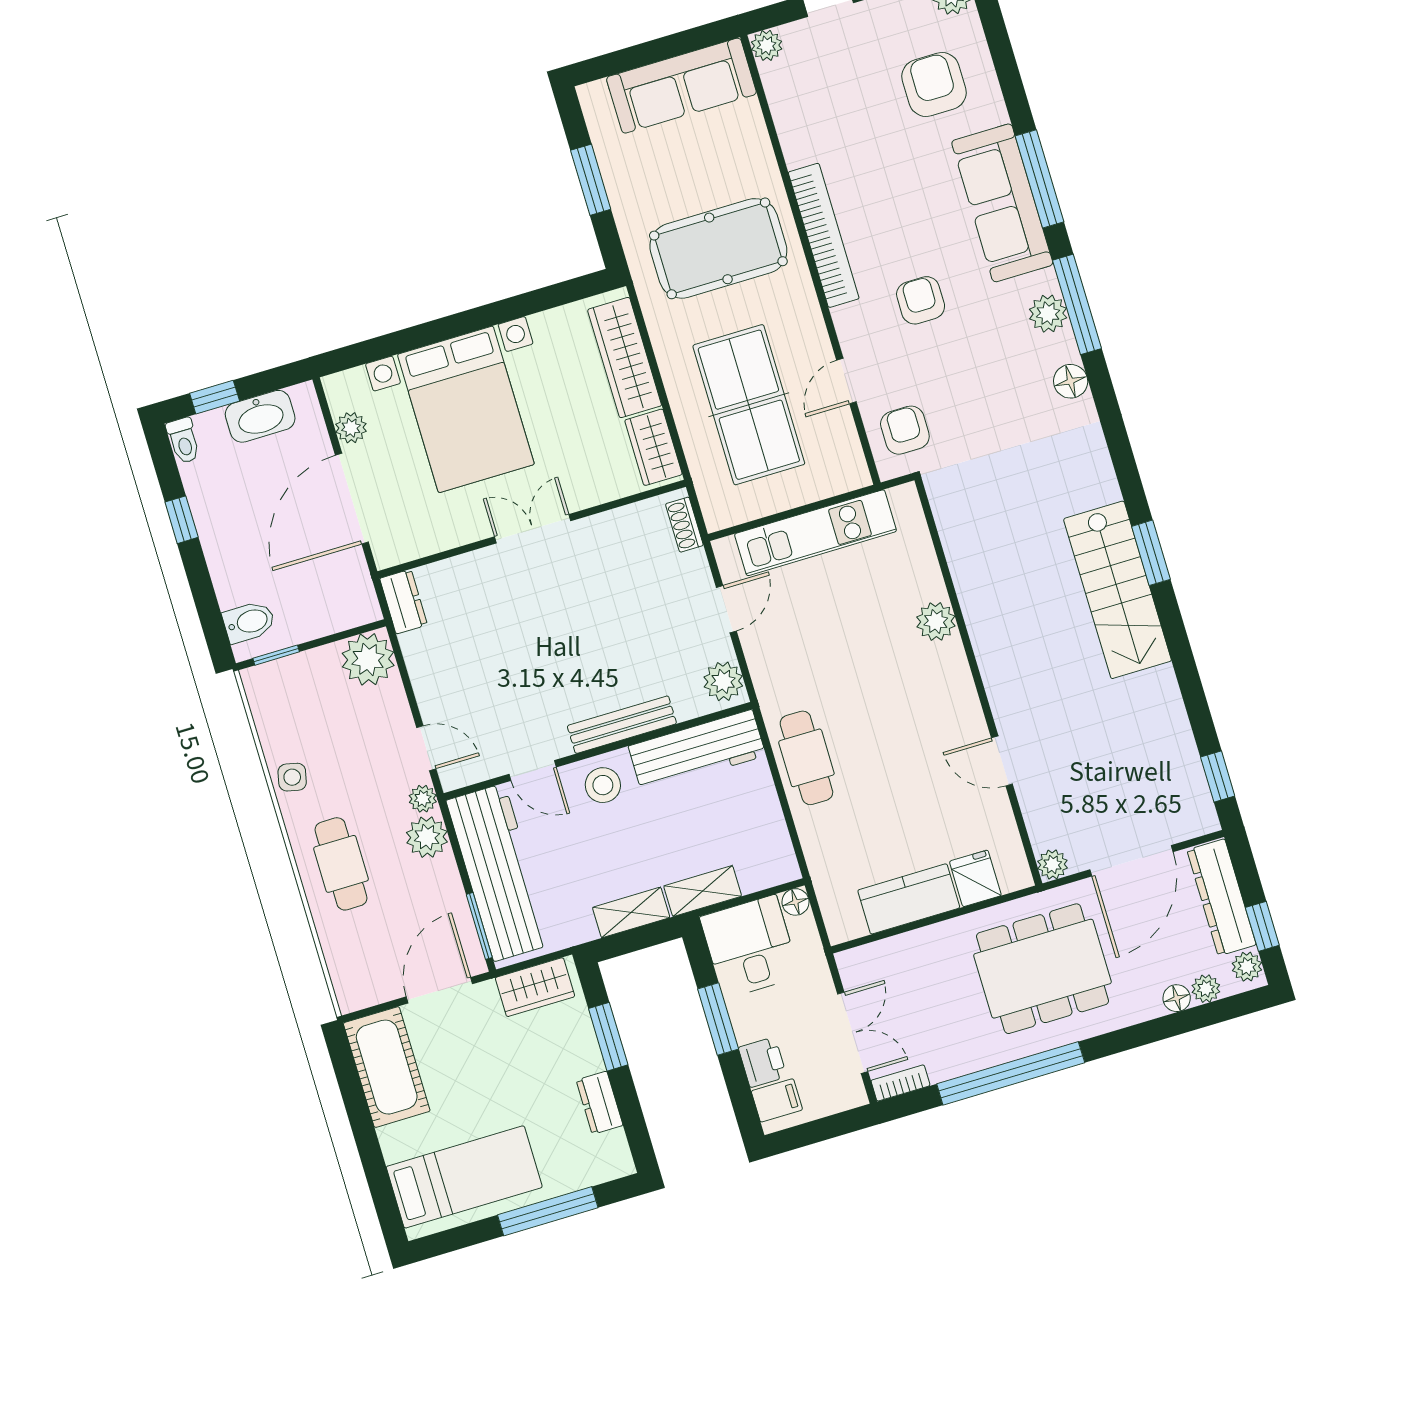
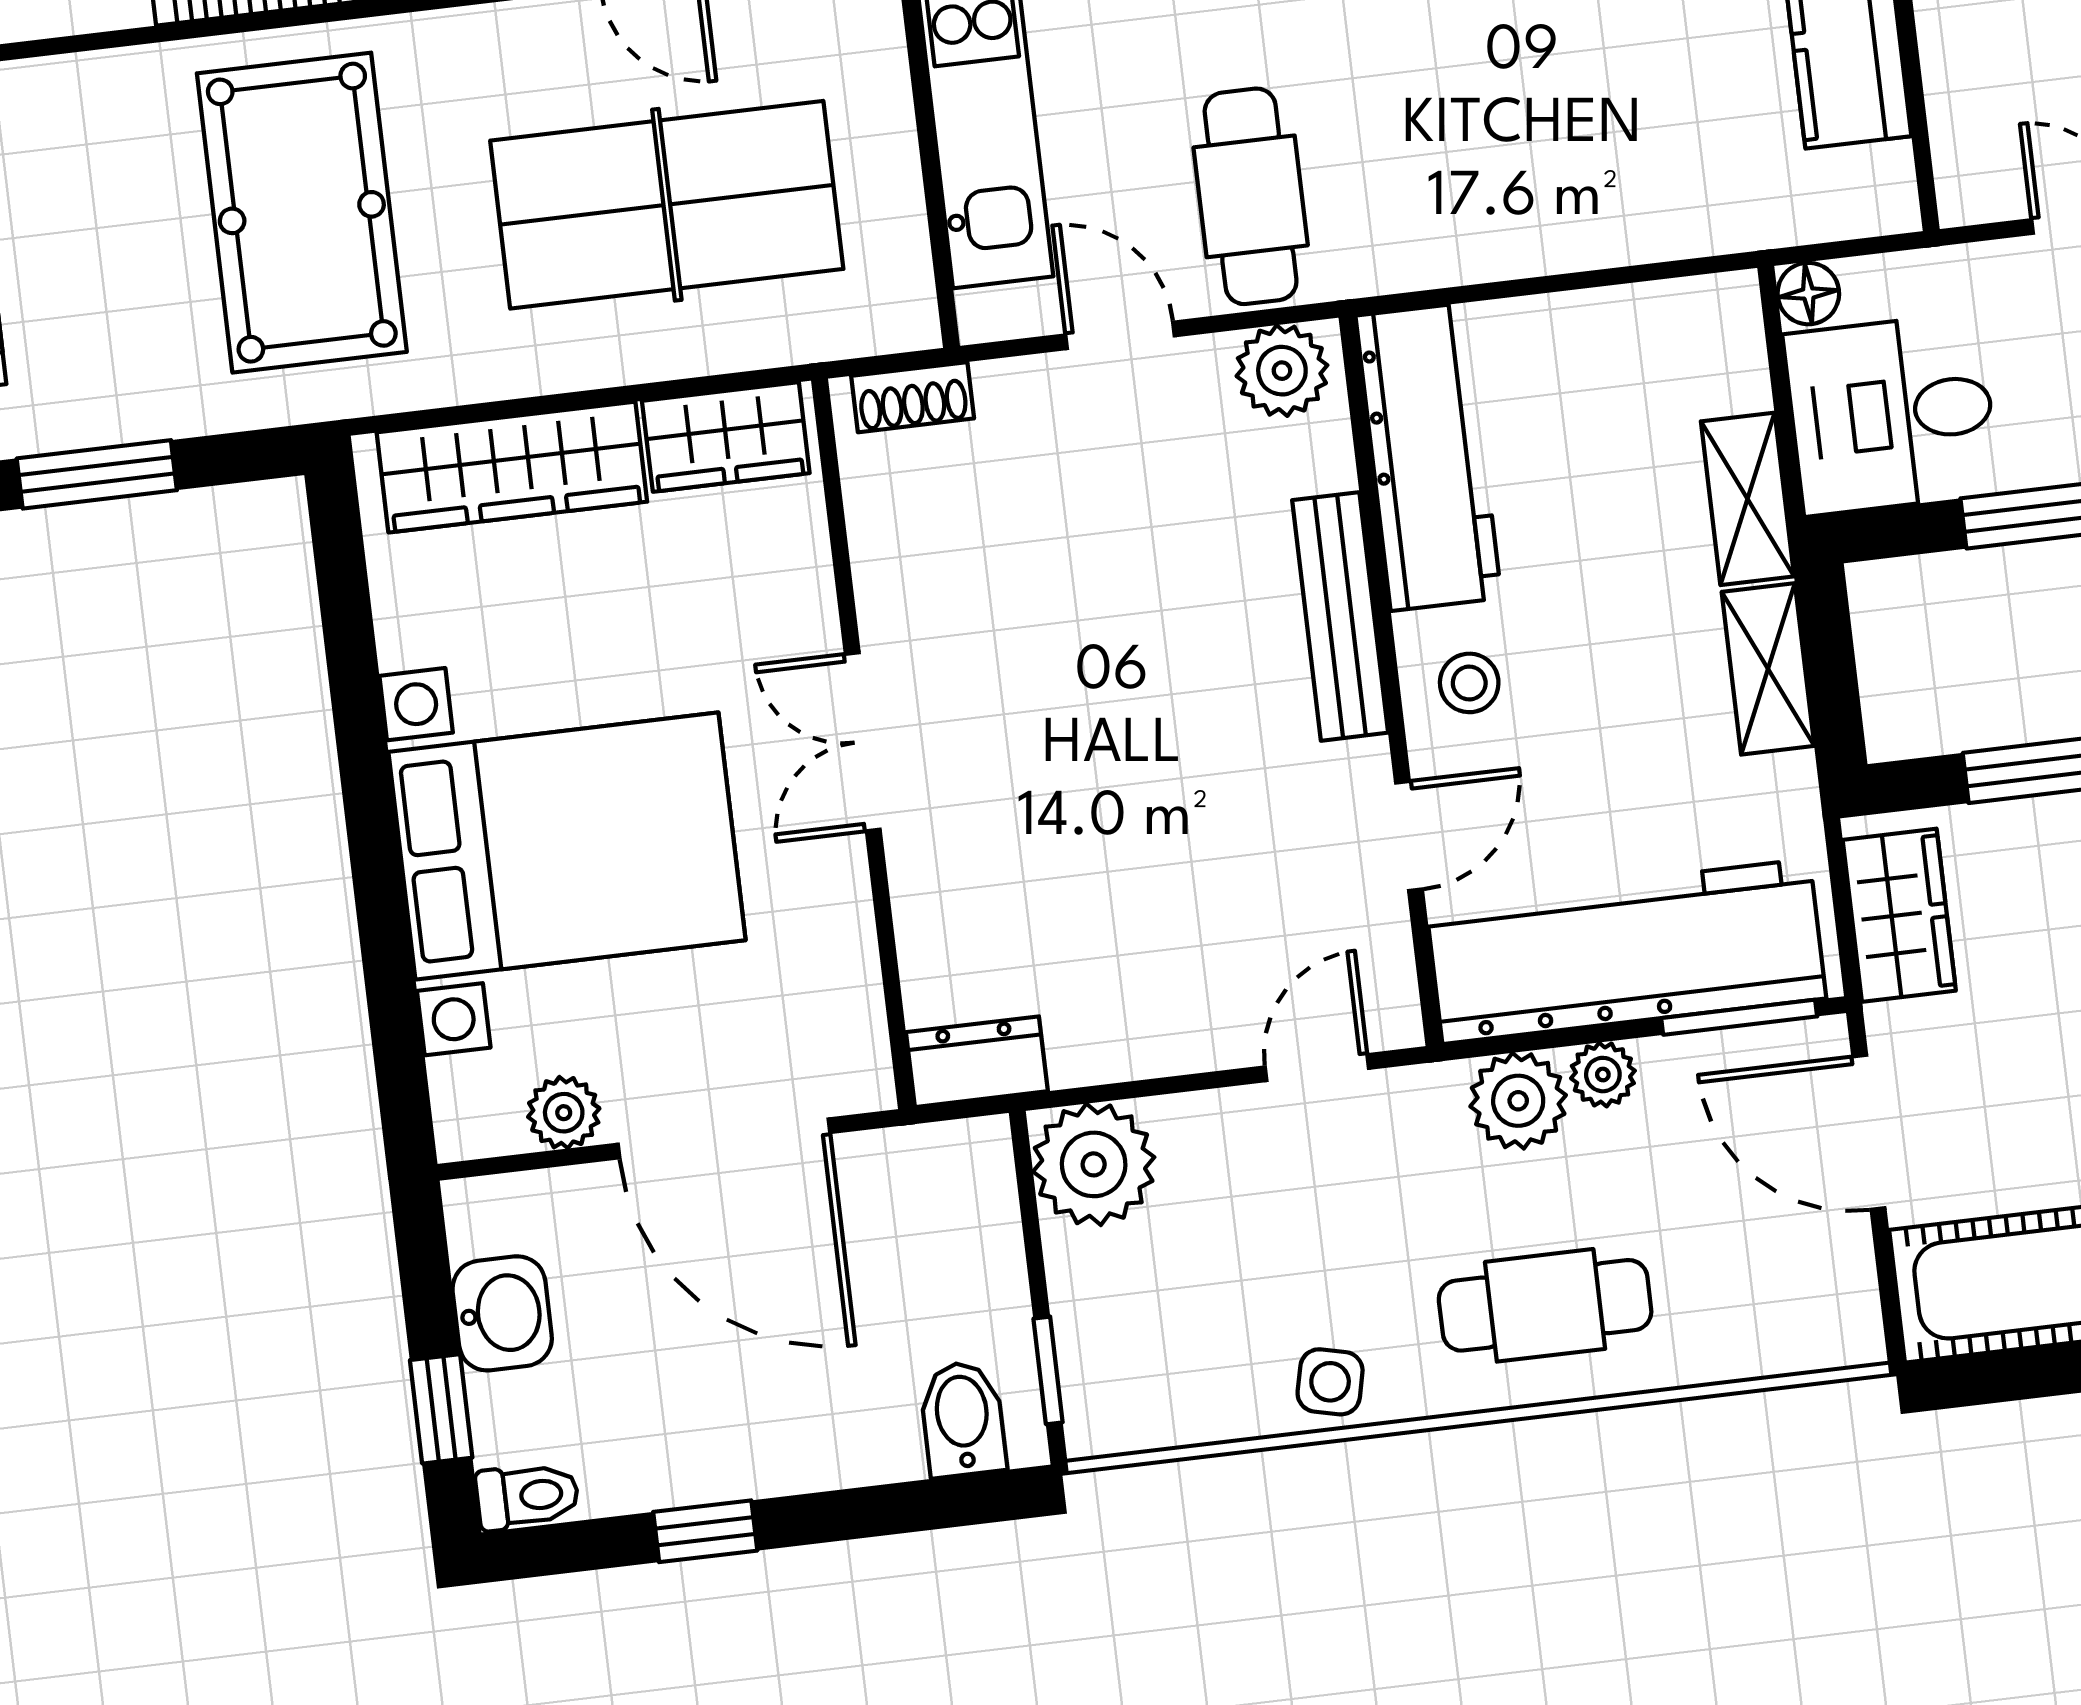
washbasin: (260, 416) -> (502, 1313), width x0.72
cafe table: (806, 758) -> (1251, 196), moved, turned 90
stool: (603, 785) -> (1469, 683), width x0.73, depth x0.73
plant: (423, 799) -> (1603, 1075), moved

